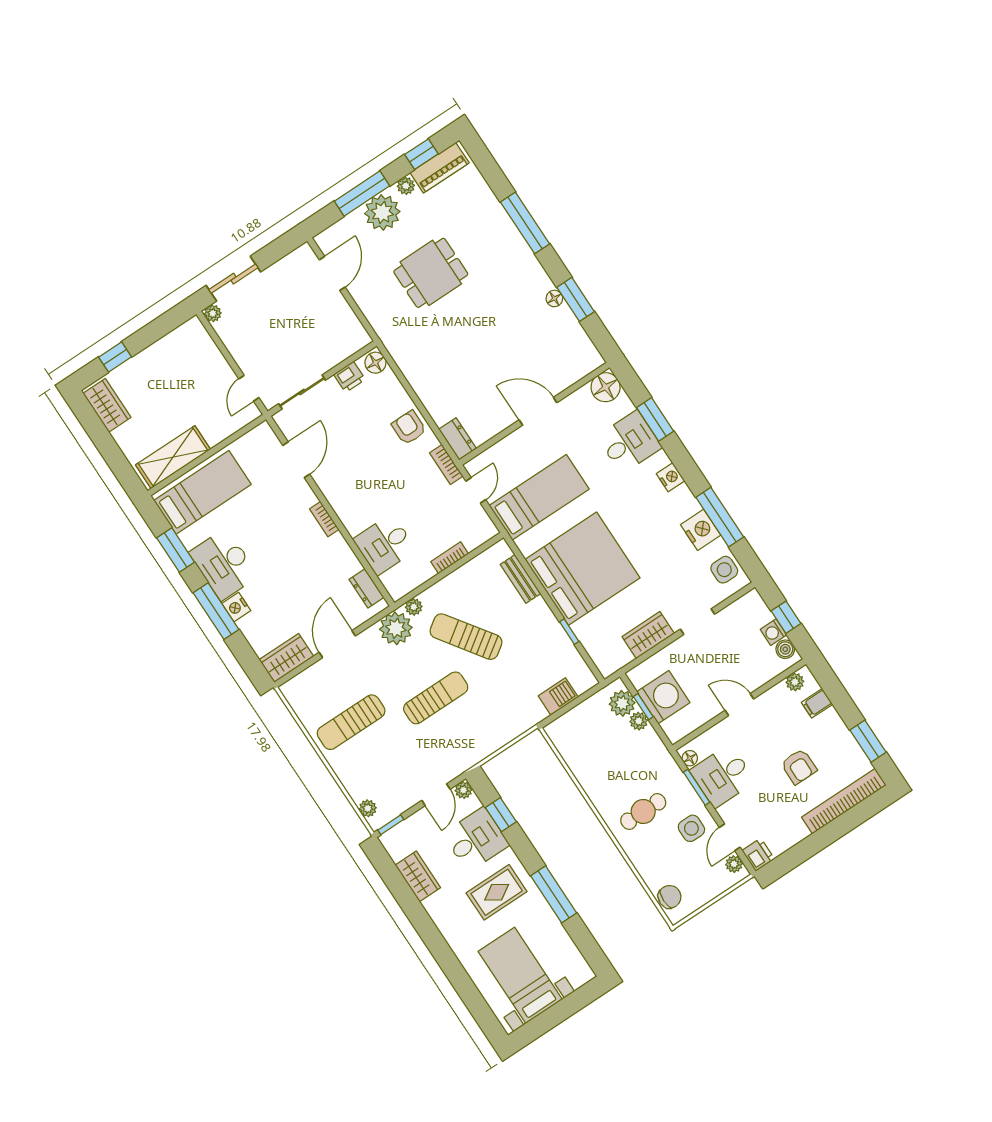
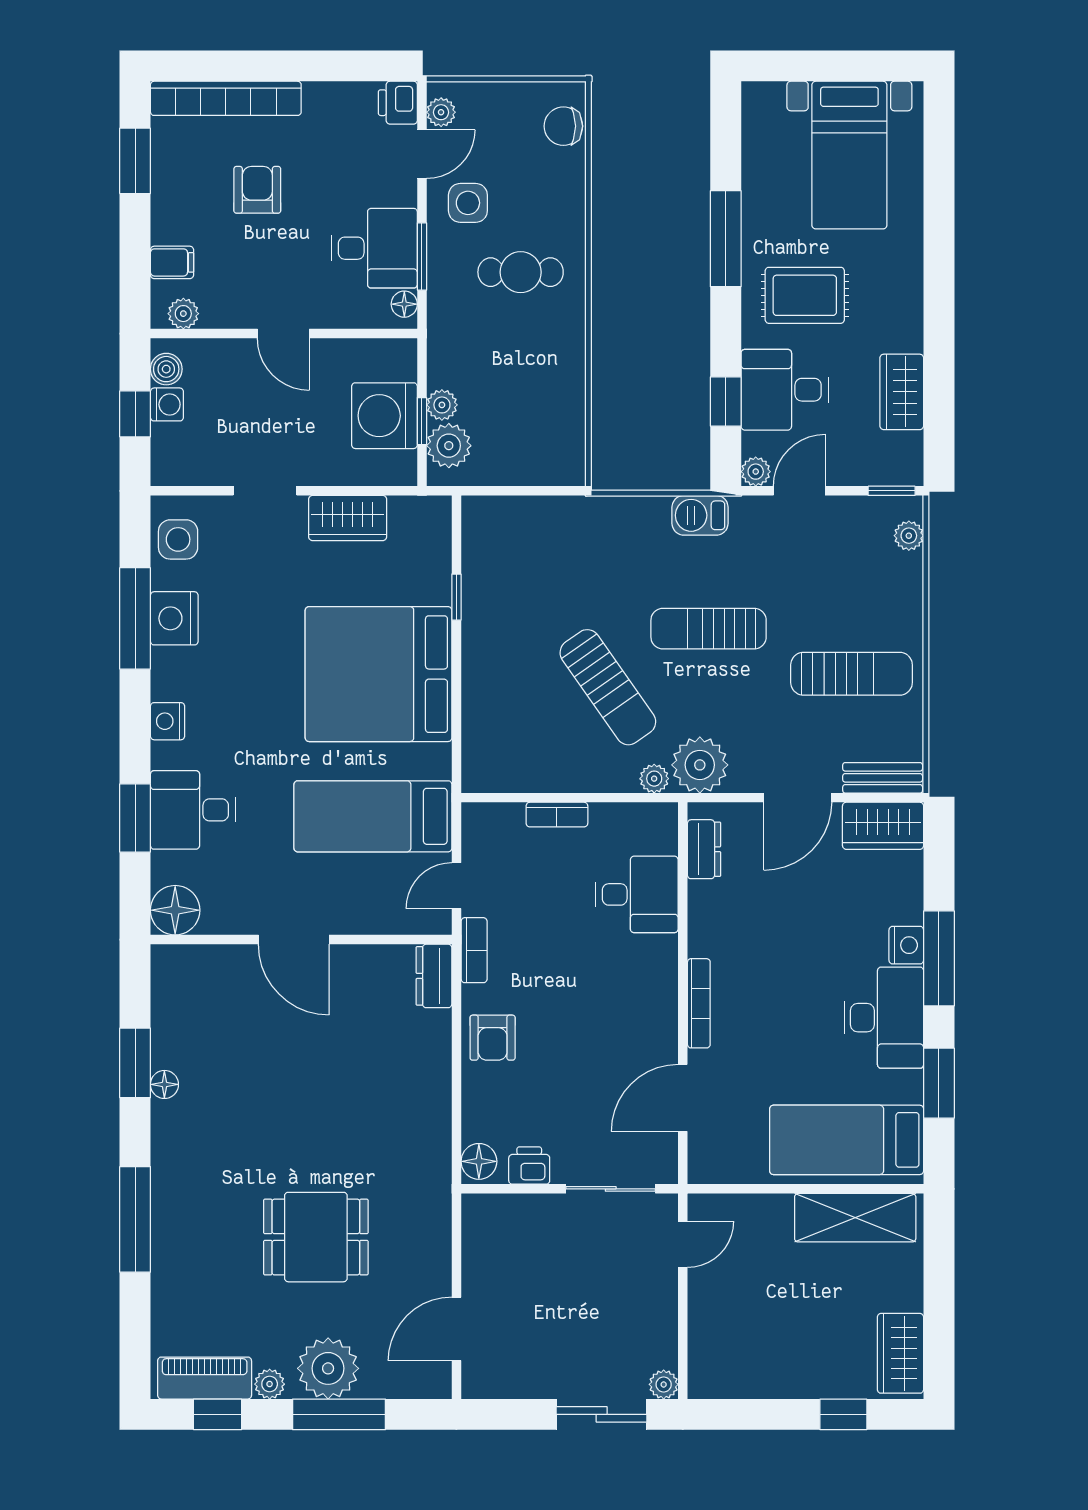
bookcase: (324, 519) -> (699, 1003), width x1.56
bench: (520, 579) -> (883, 778), moved, turned 90
barbecue: (558, 697) -> (700, 515), moved

